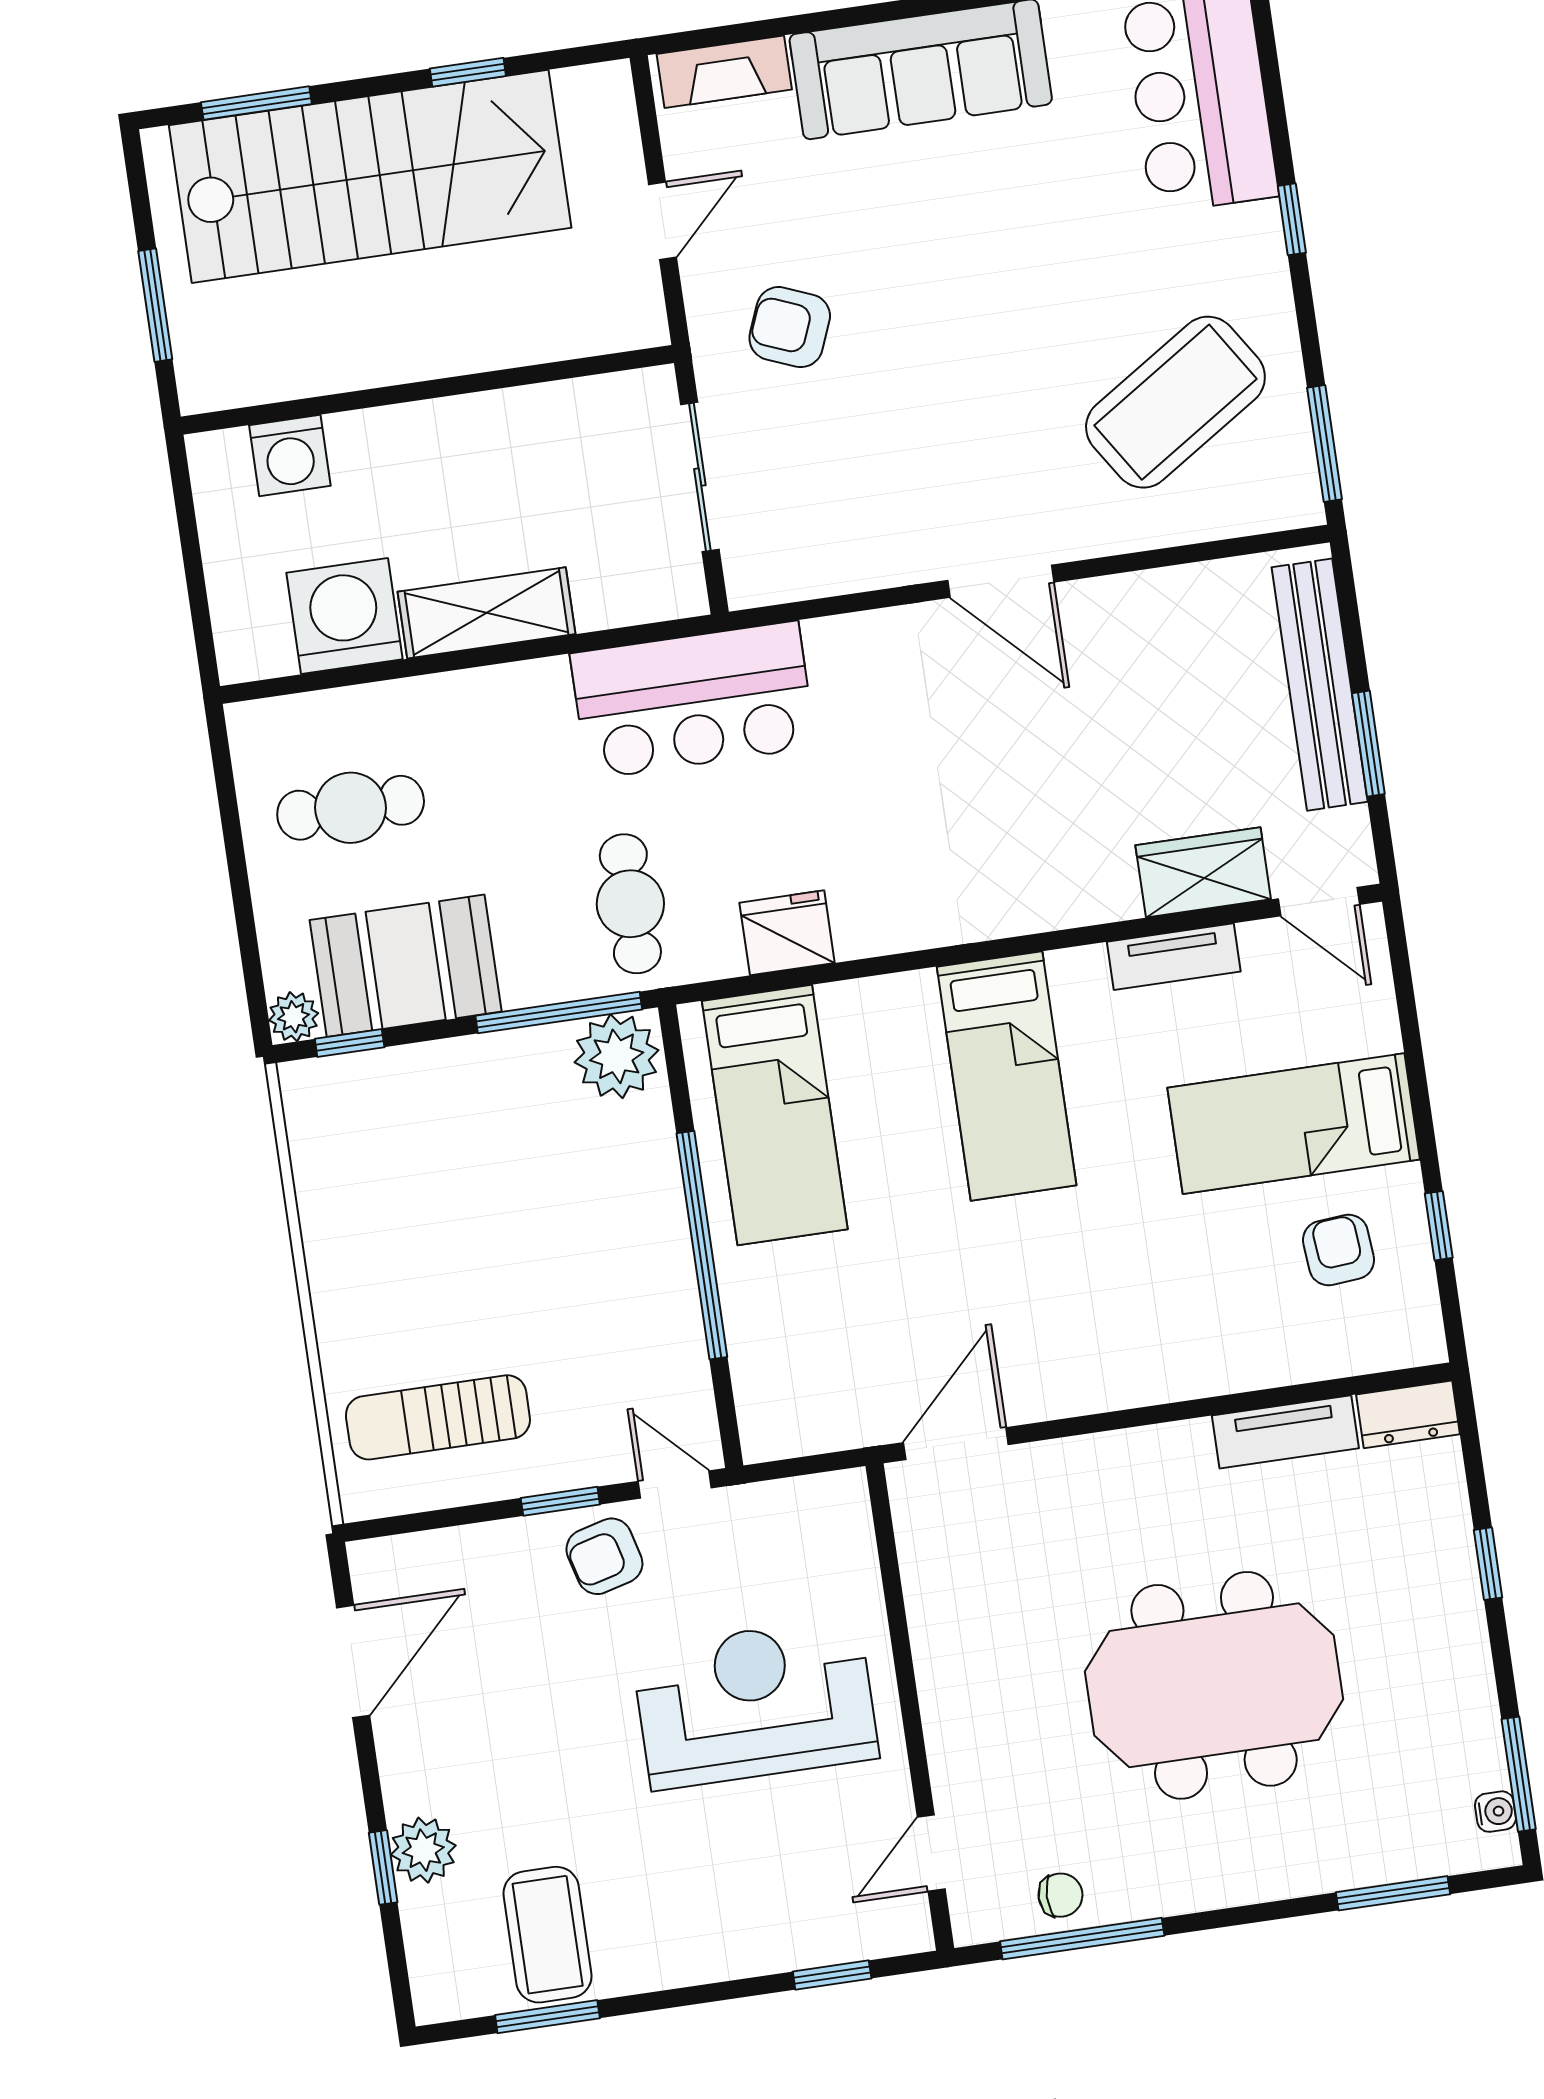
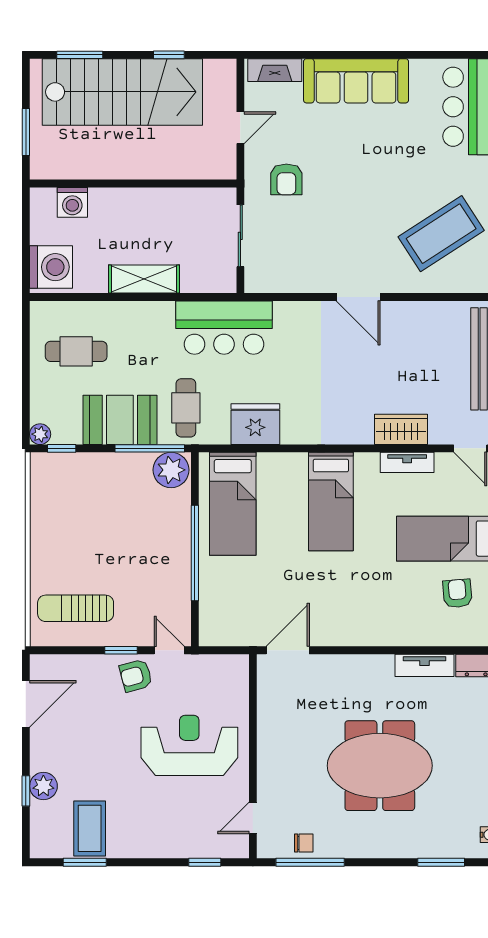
armchair: (790, 327) -> (286, 179), turned -112
washing machine: (344, 616) -> (51, 267), moved, turned 90
wardrobe: (1203, 872) -> (401, 429), moved
fridge: (787, 933) -> (255, 424), width x1.36, depth x1.34
booth: (406, 966) -> (120, 420), moved

